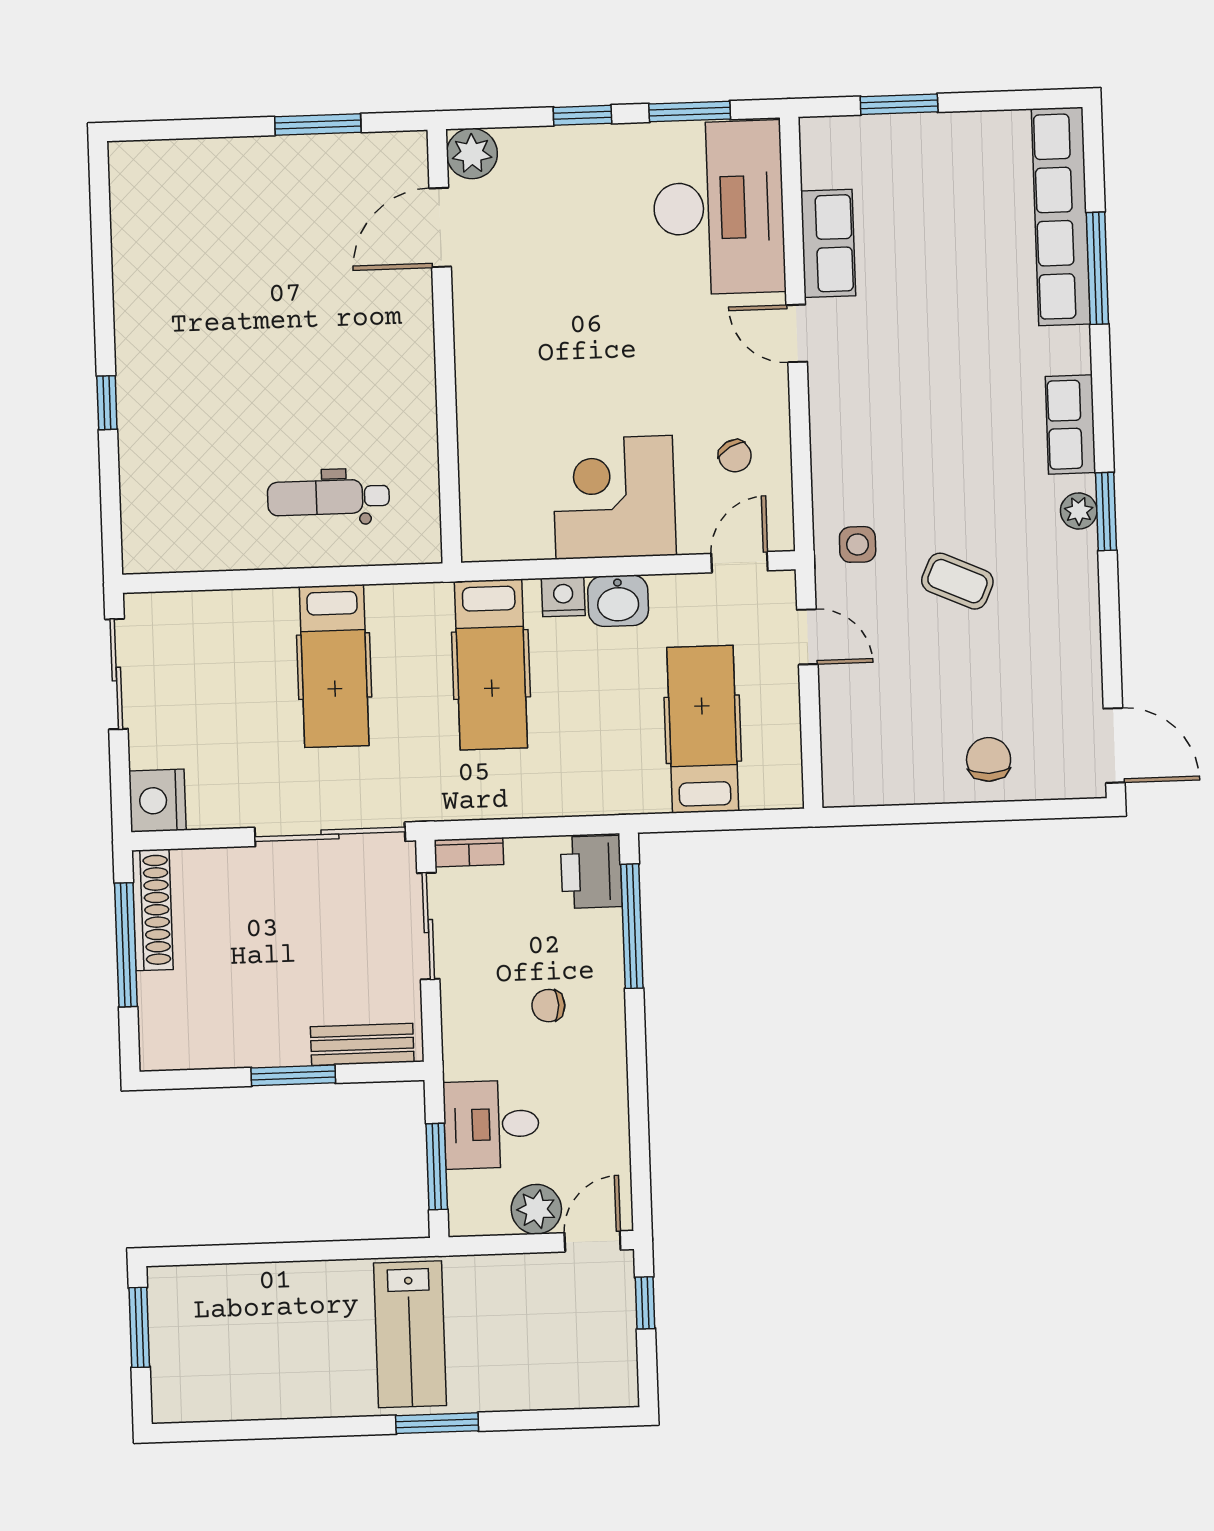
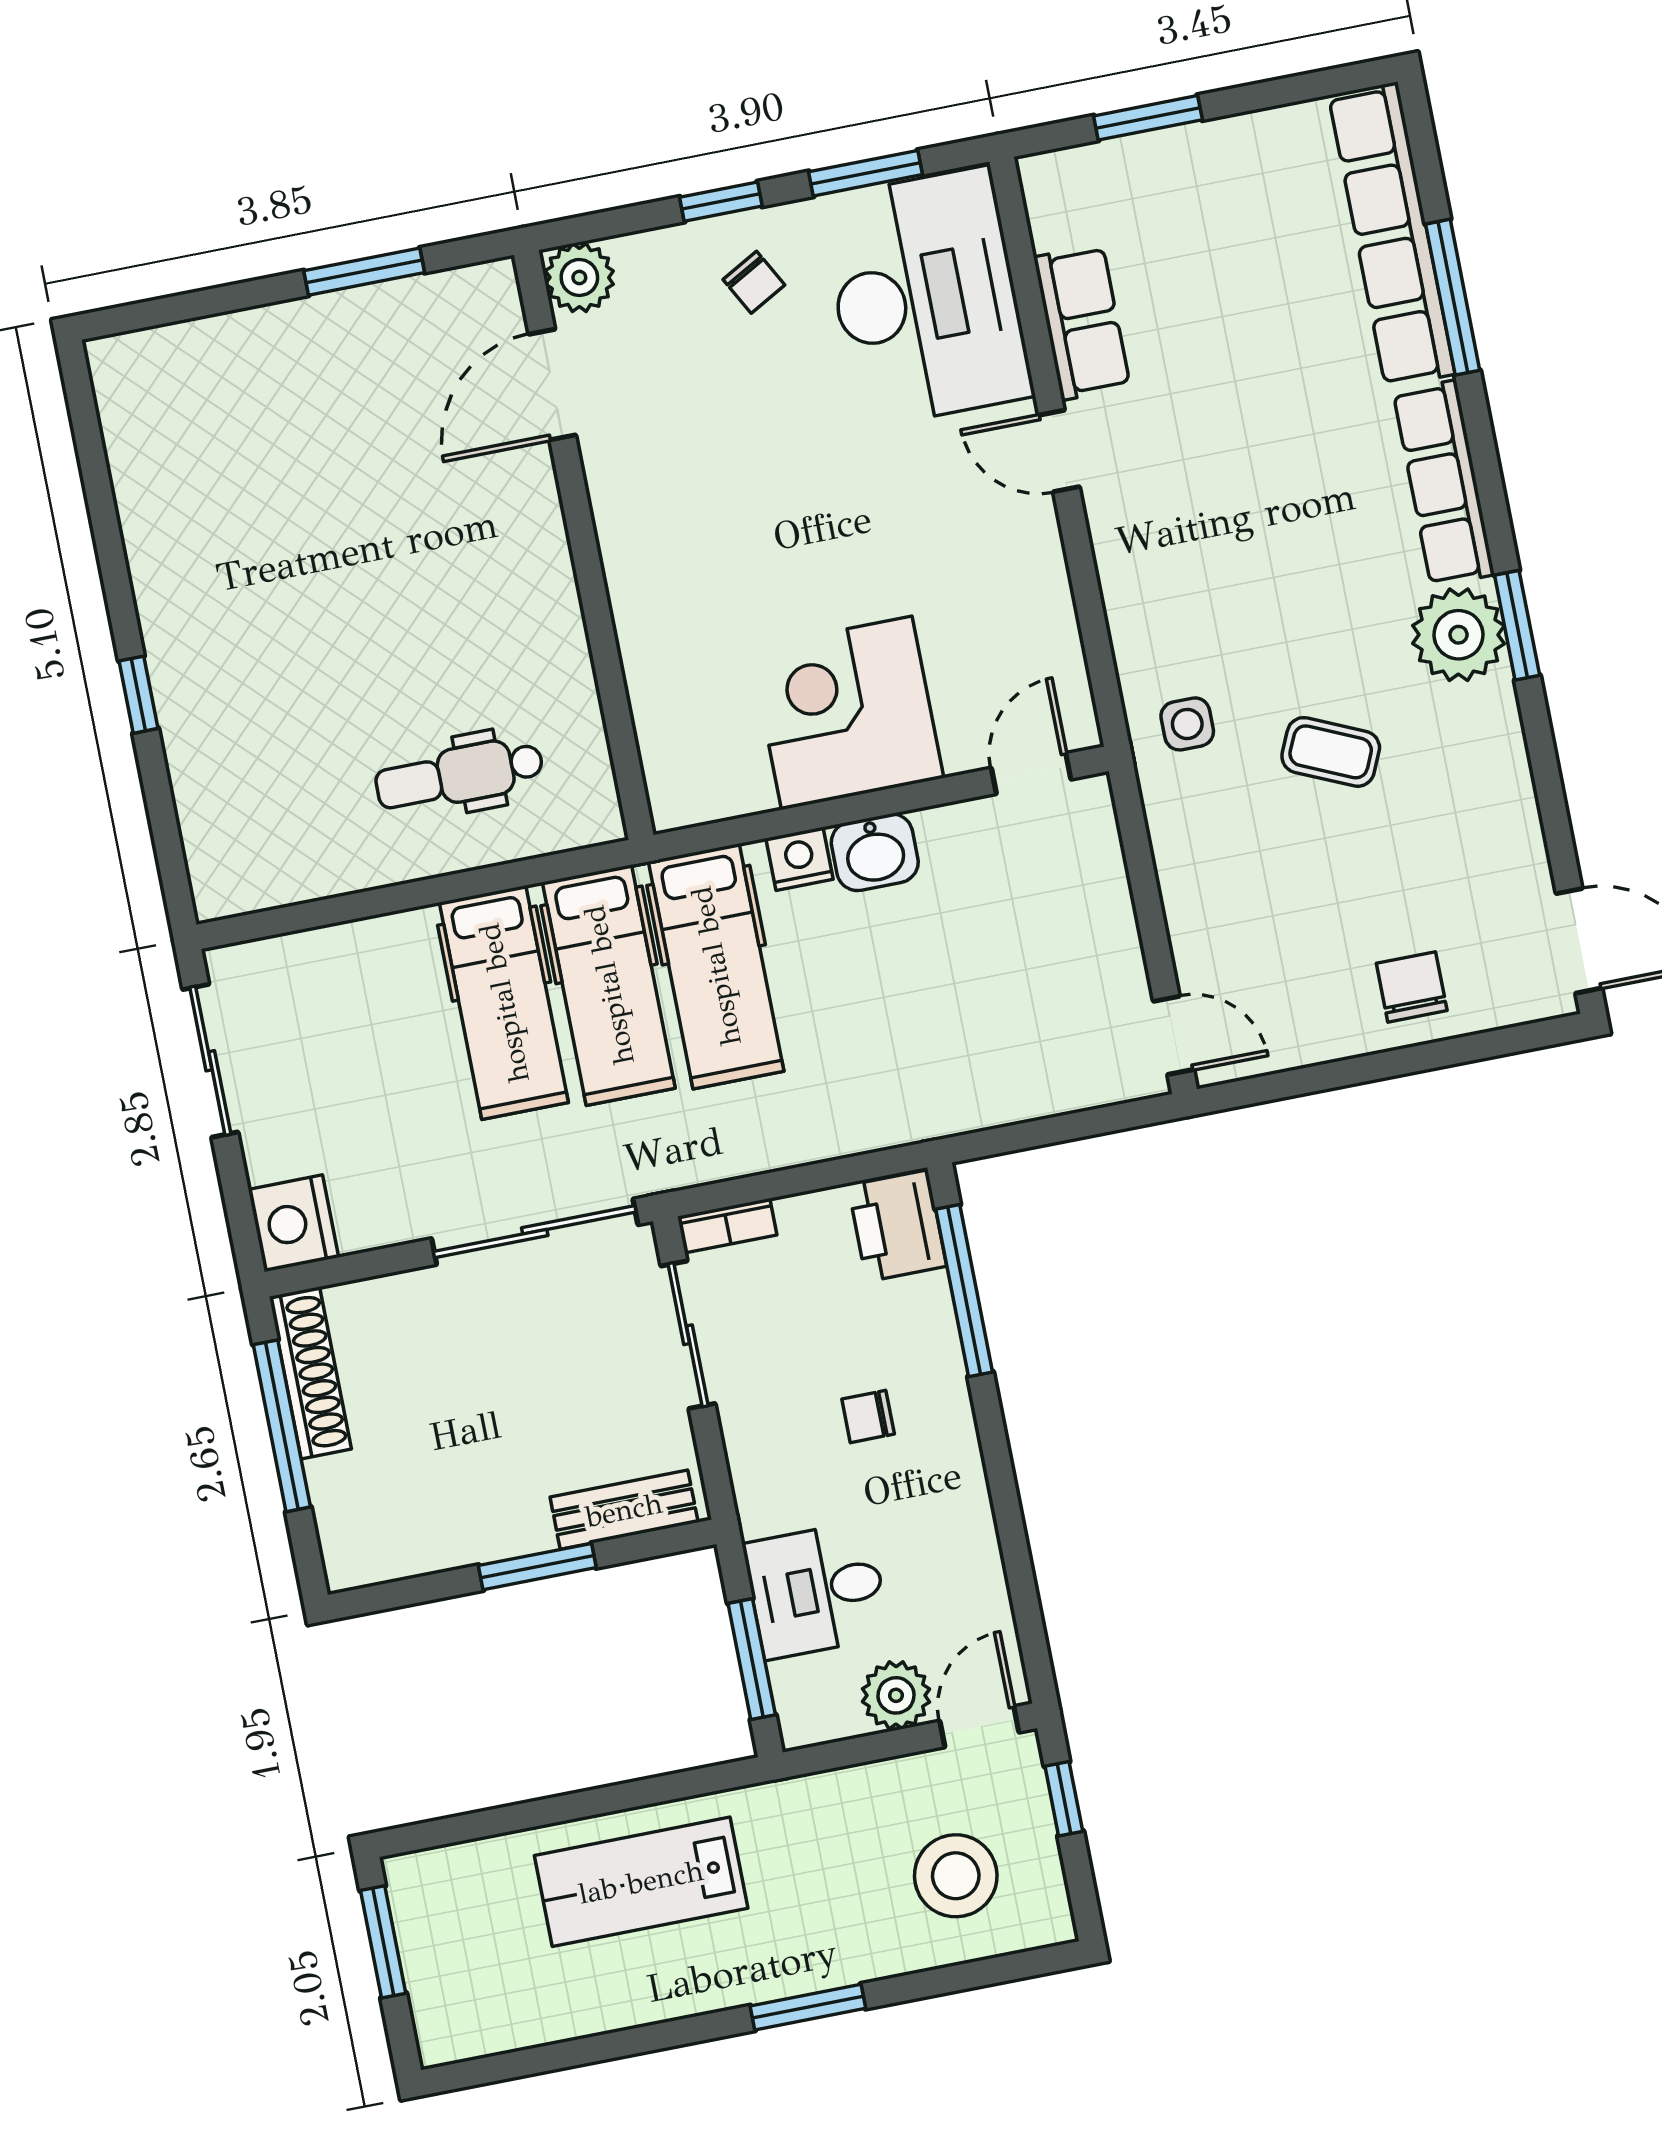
row of seats: (1070, 424) -> (1444, 483), width x1.48
chair: (735, 456) -> (754, 282), moved
plant: (1079, 511) -> (1459, 635), width x1.88, depth x1.88
door: (807, 637) -> (1174, 1035), moved
hospital bed: (703, 729) -> (609, 985), moved, turned 180
lab bench: (410, 1334) -> (641, 1882), moved, turned 90
stool: (558, 1346) -> (956, 1876), added

